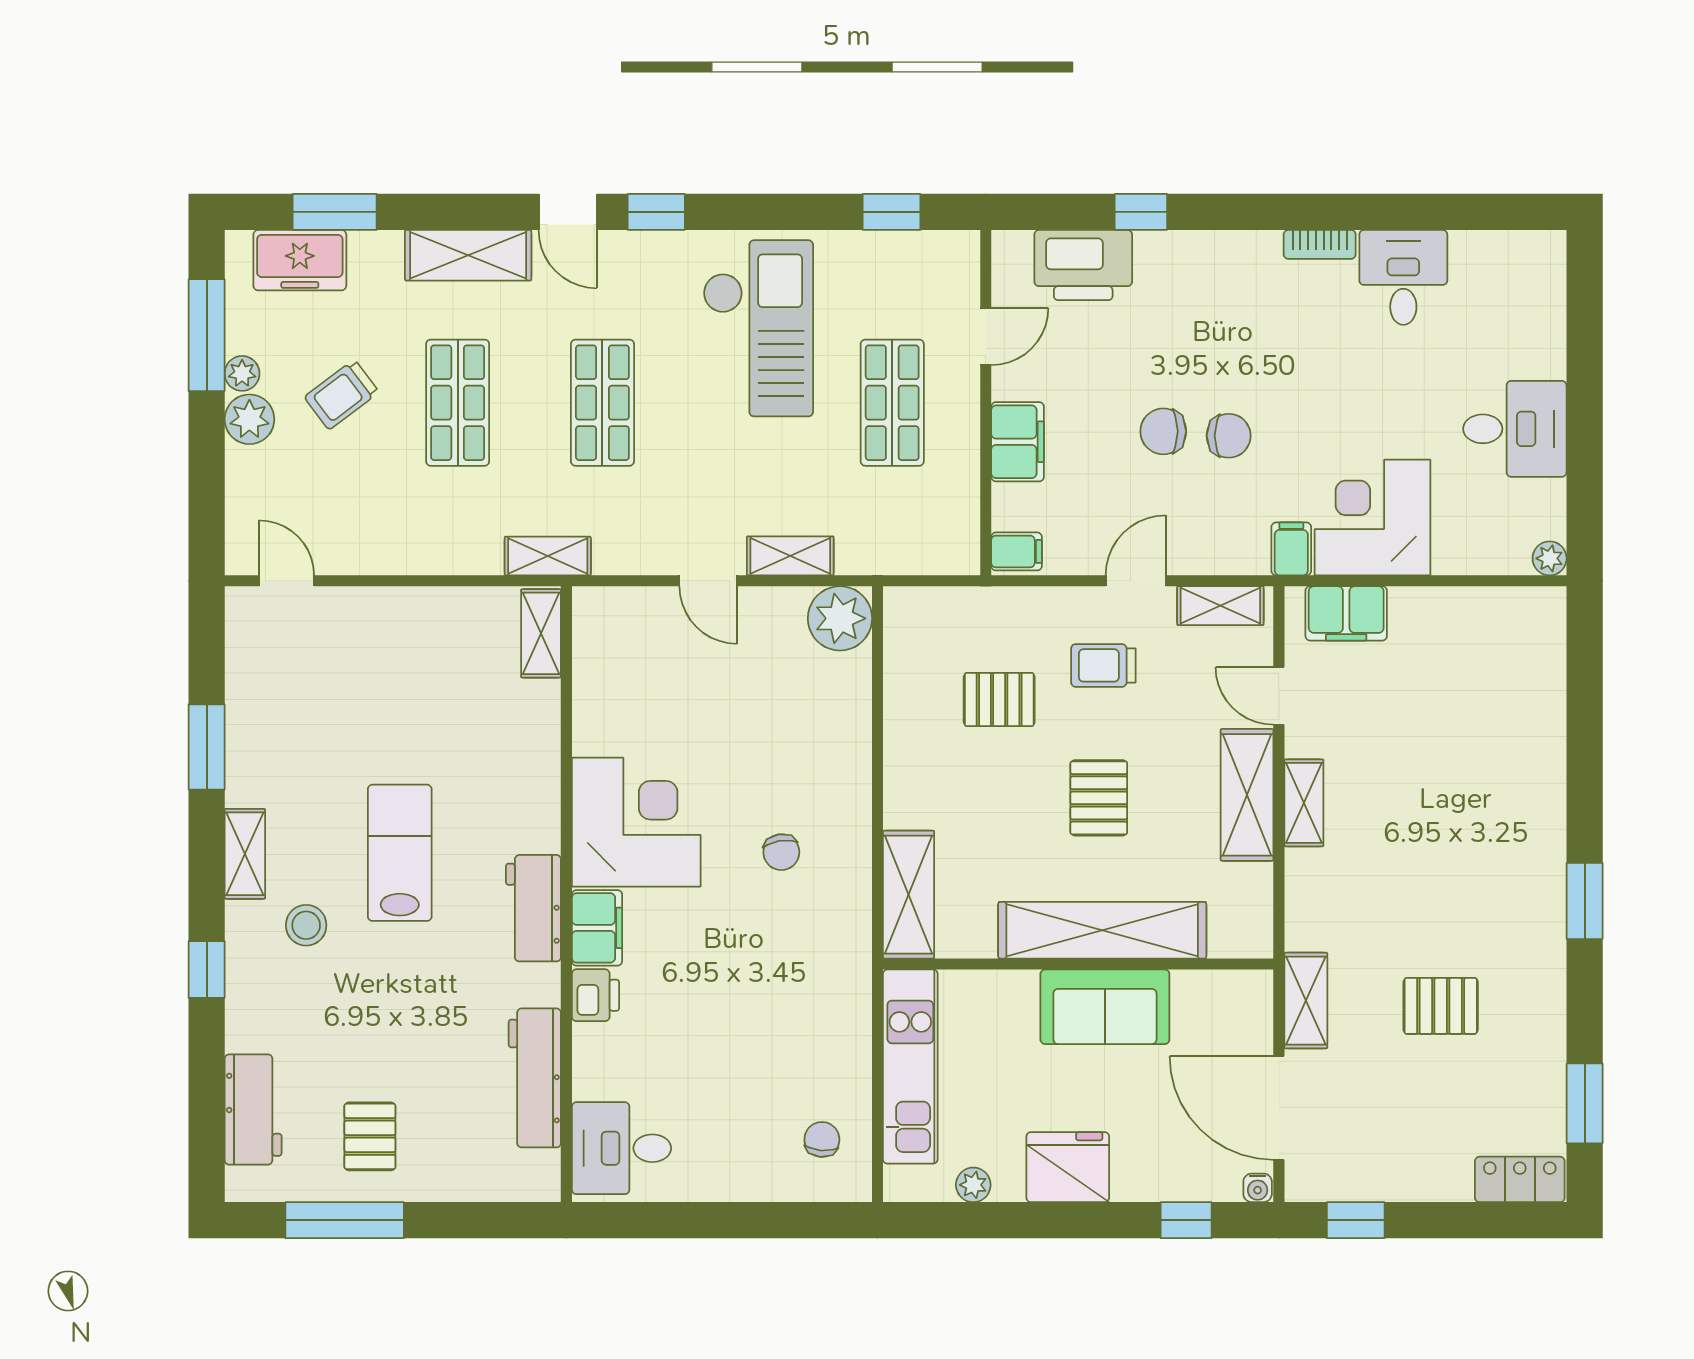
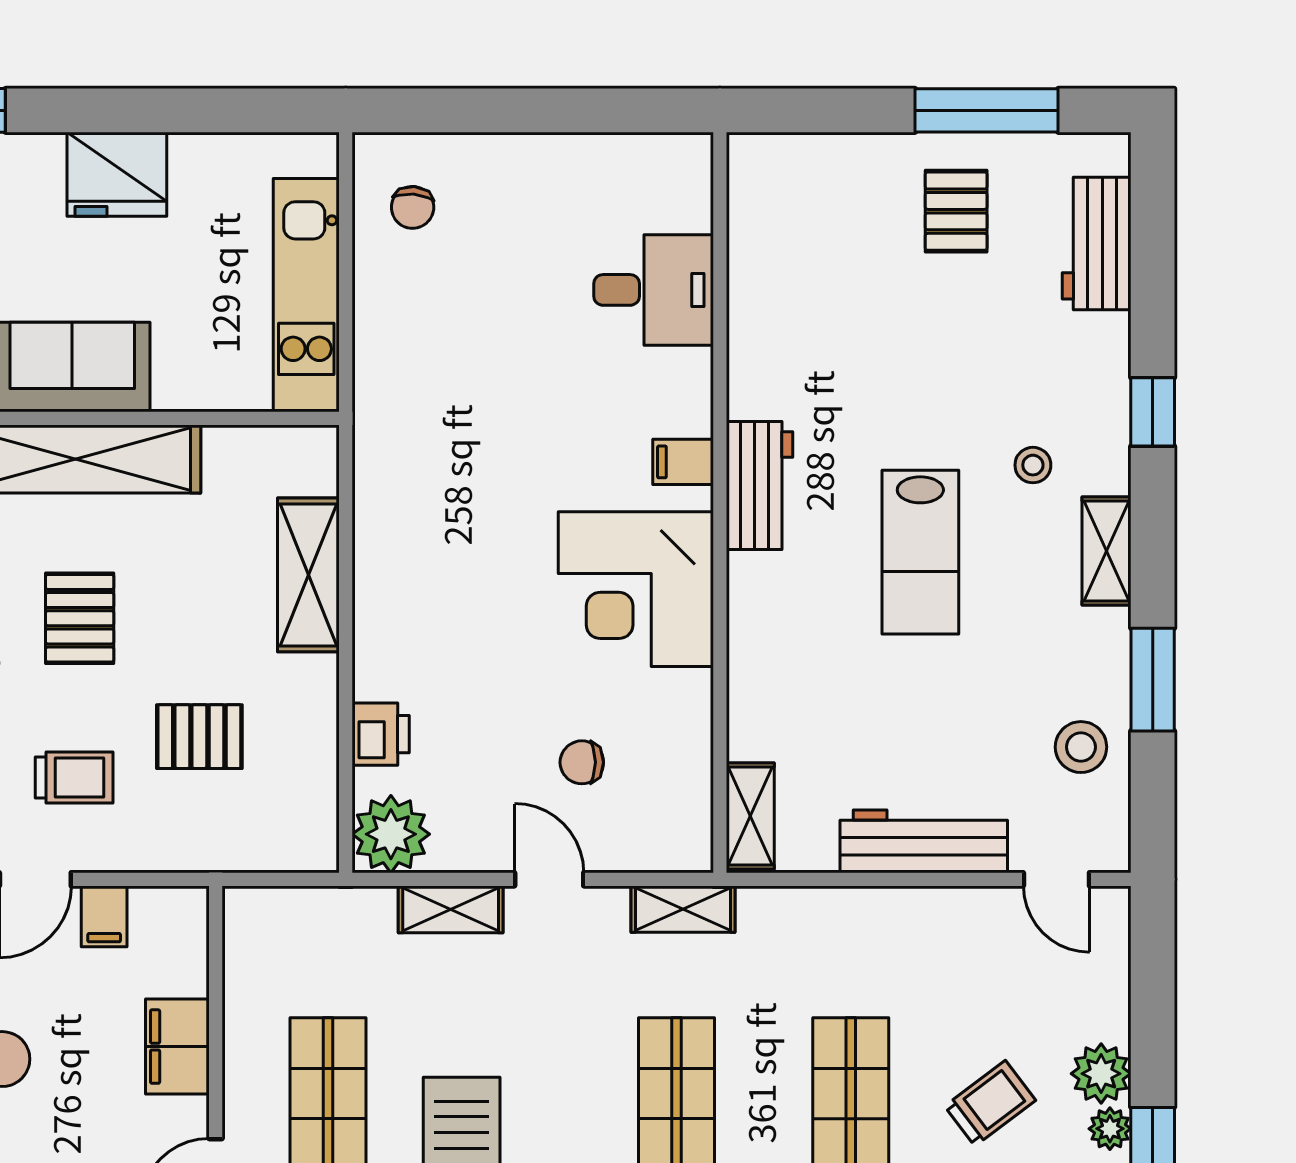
filing cabinet: (1017, 551) -> (104, 916), moved, turned -90
shelving: (548, 556) -> (683, 909), moved
stool: (266, 691) -> (1081, 747), added
chair: (781, 852) -> (582, 762), moved, turned -81
shelving: (909, 895) -> (308, 575), moved
stool: (306, 925) -> (1033, 465), width x0.73, depth x0.73
filing cabinet: (597, 928) -> (683, 462), width x0.50
printer: (595, 995) -> (381, 734), moved, turned 180
workbench: (535, 1078) -> (924, 841), moved, turned -90
desk: (621, 1148) -> (654, 290), moved
plant: (973, 1185) -> (231, 153), removed

